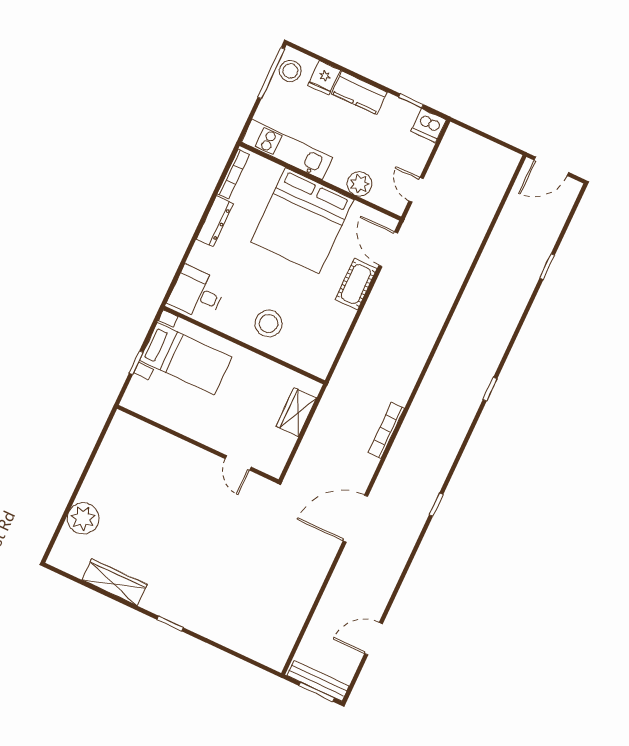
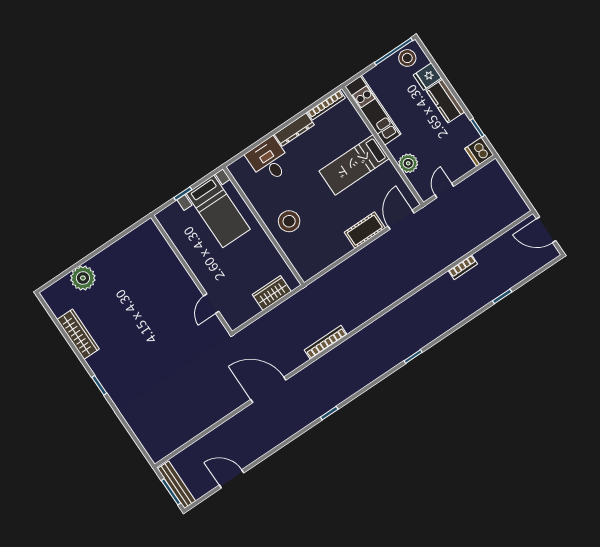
bed: (302, 221) -> (354, 165), width x0.49
bookcase: (486, 261) -> (463, 267), added
desk: (197, 293) -> (269, 160), moved

